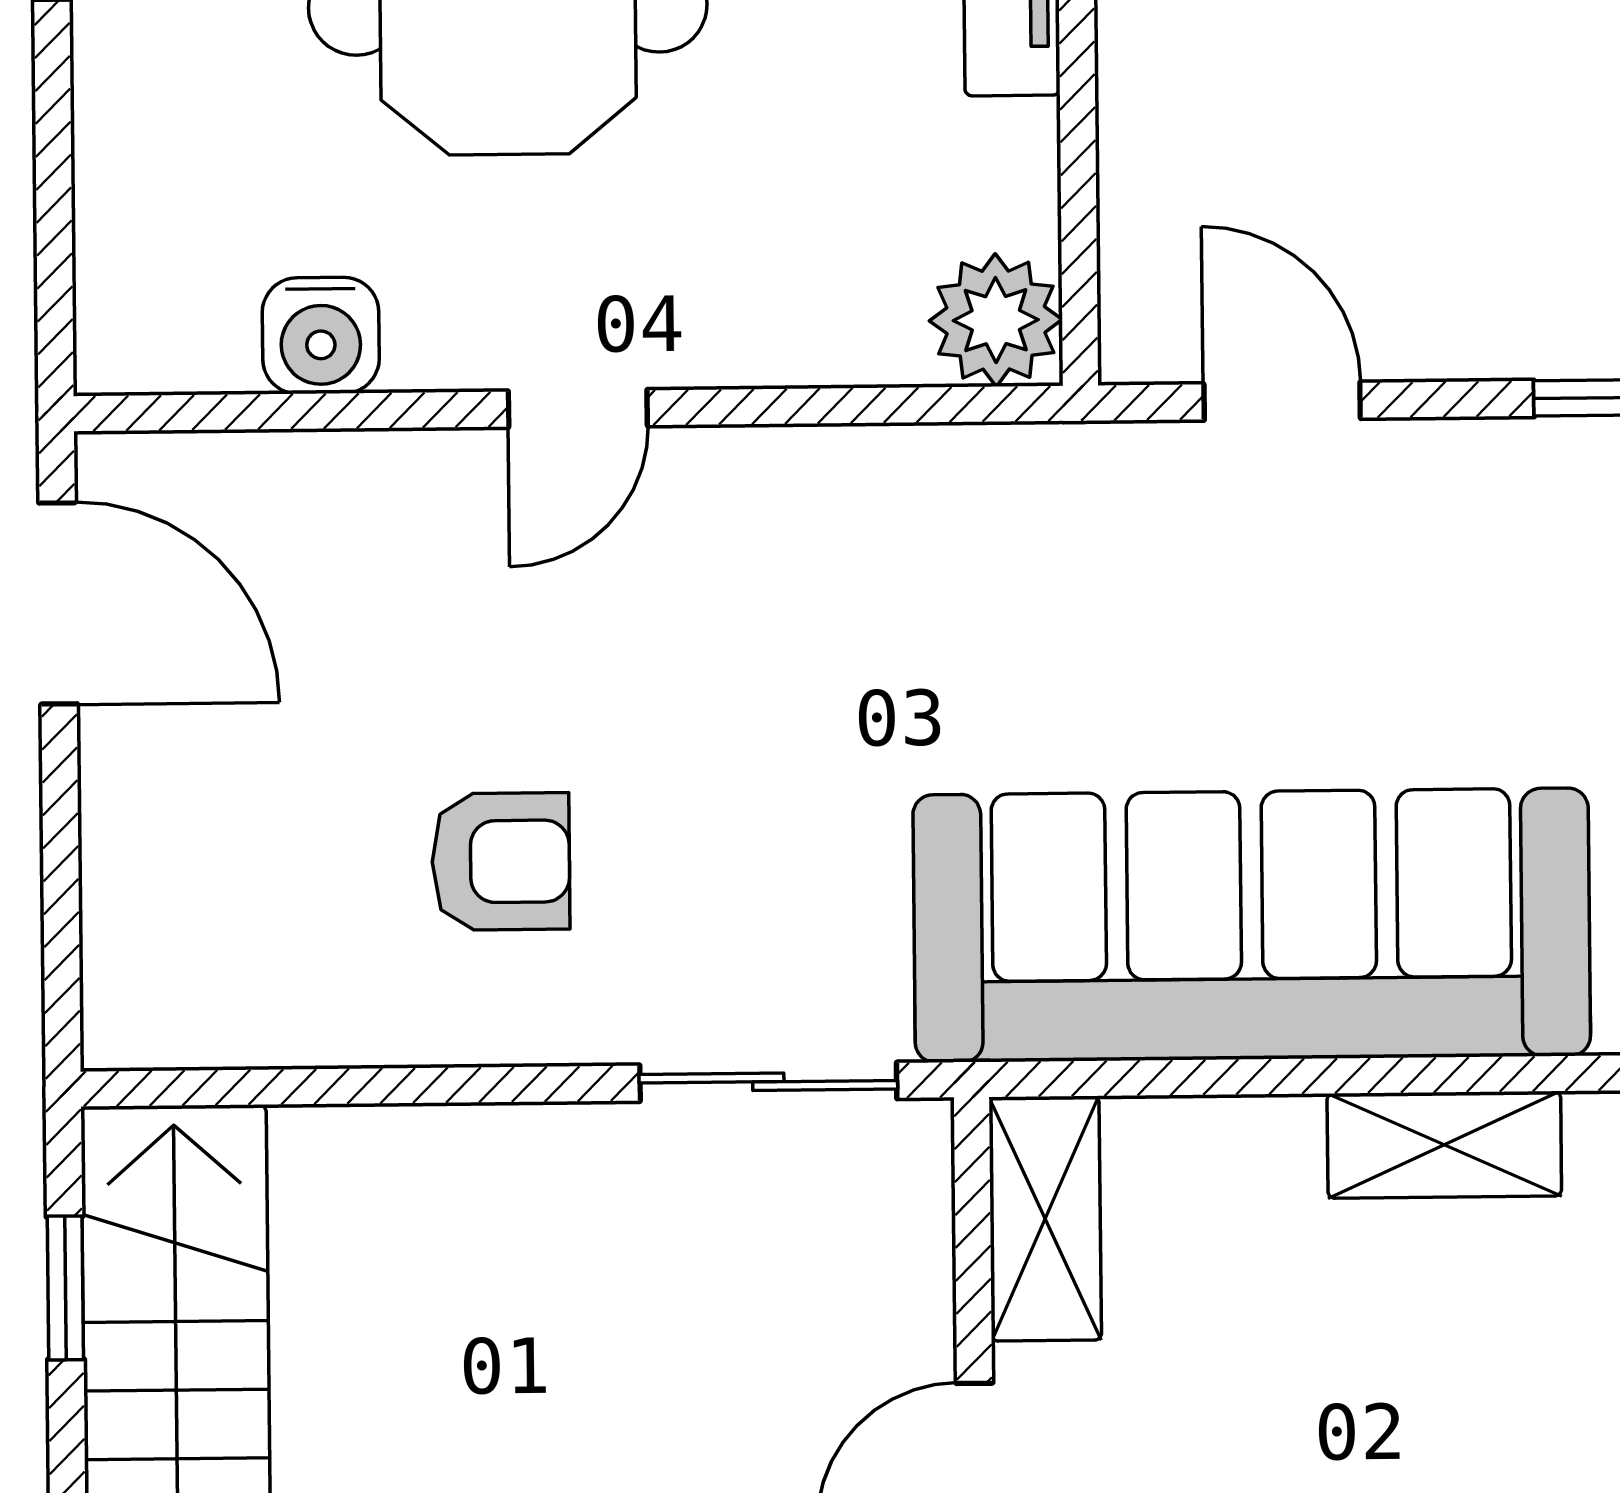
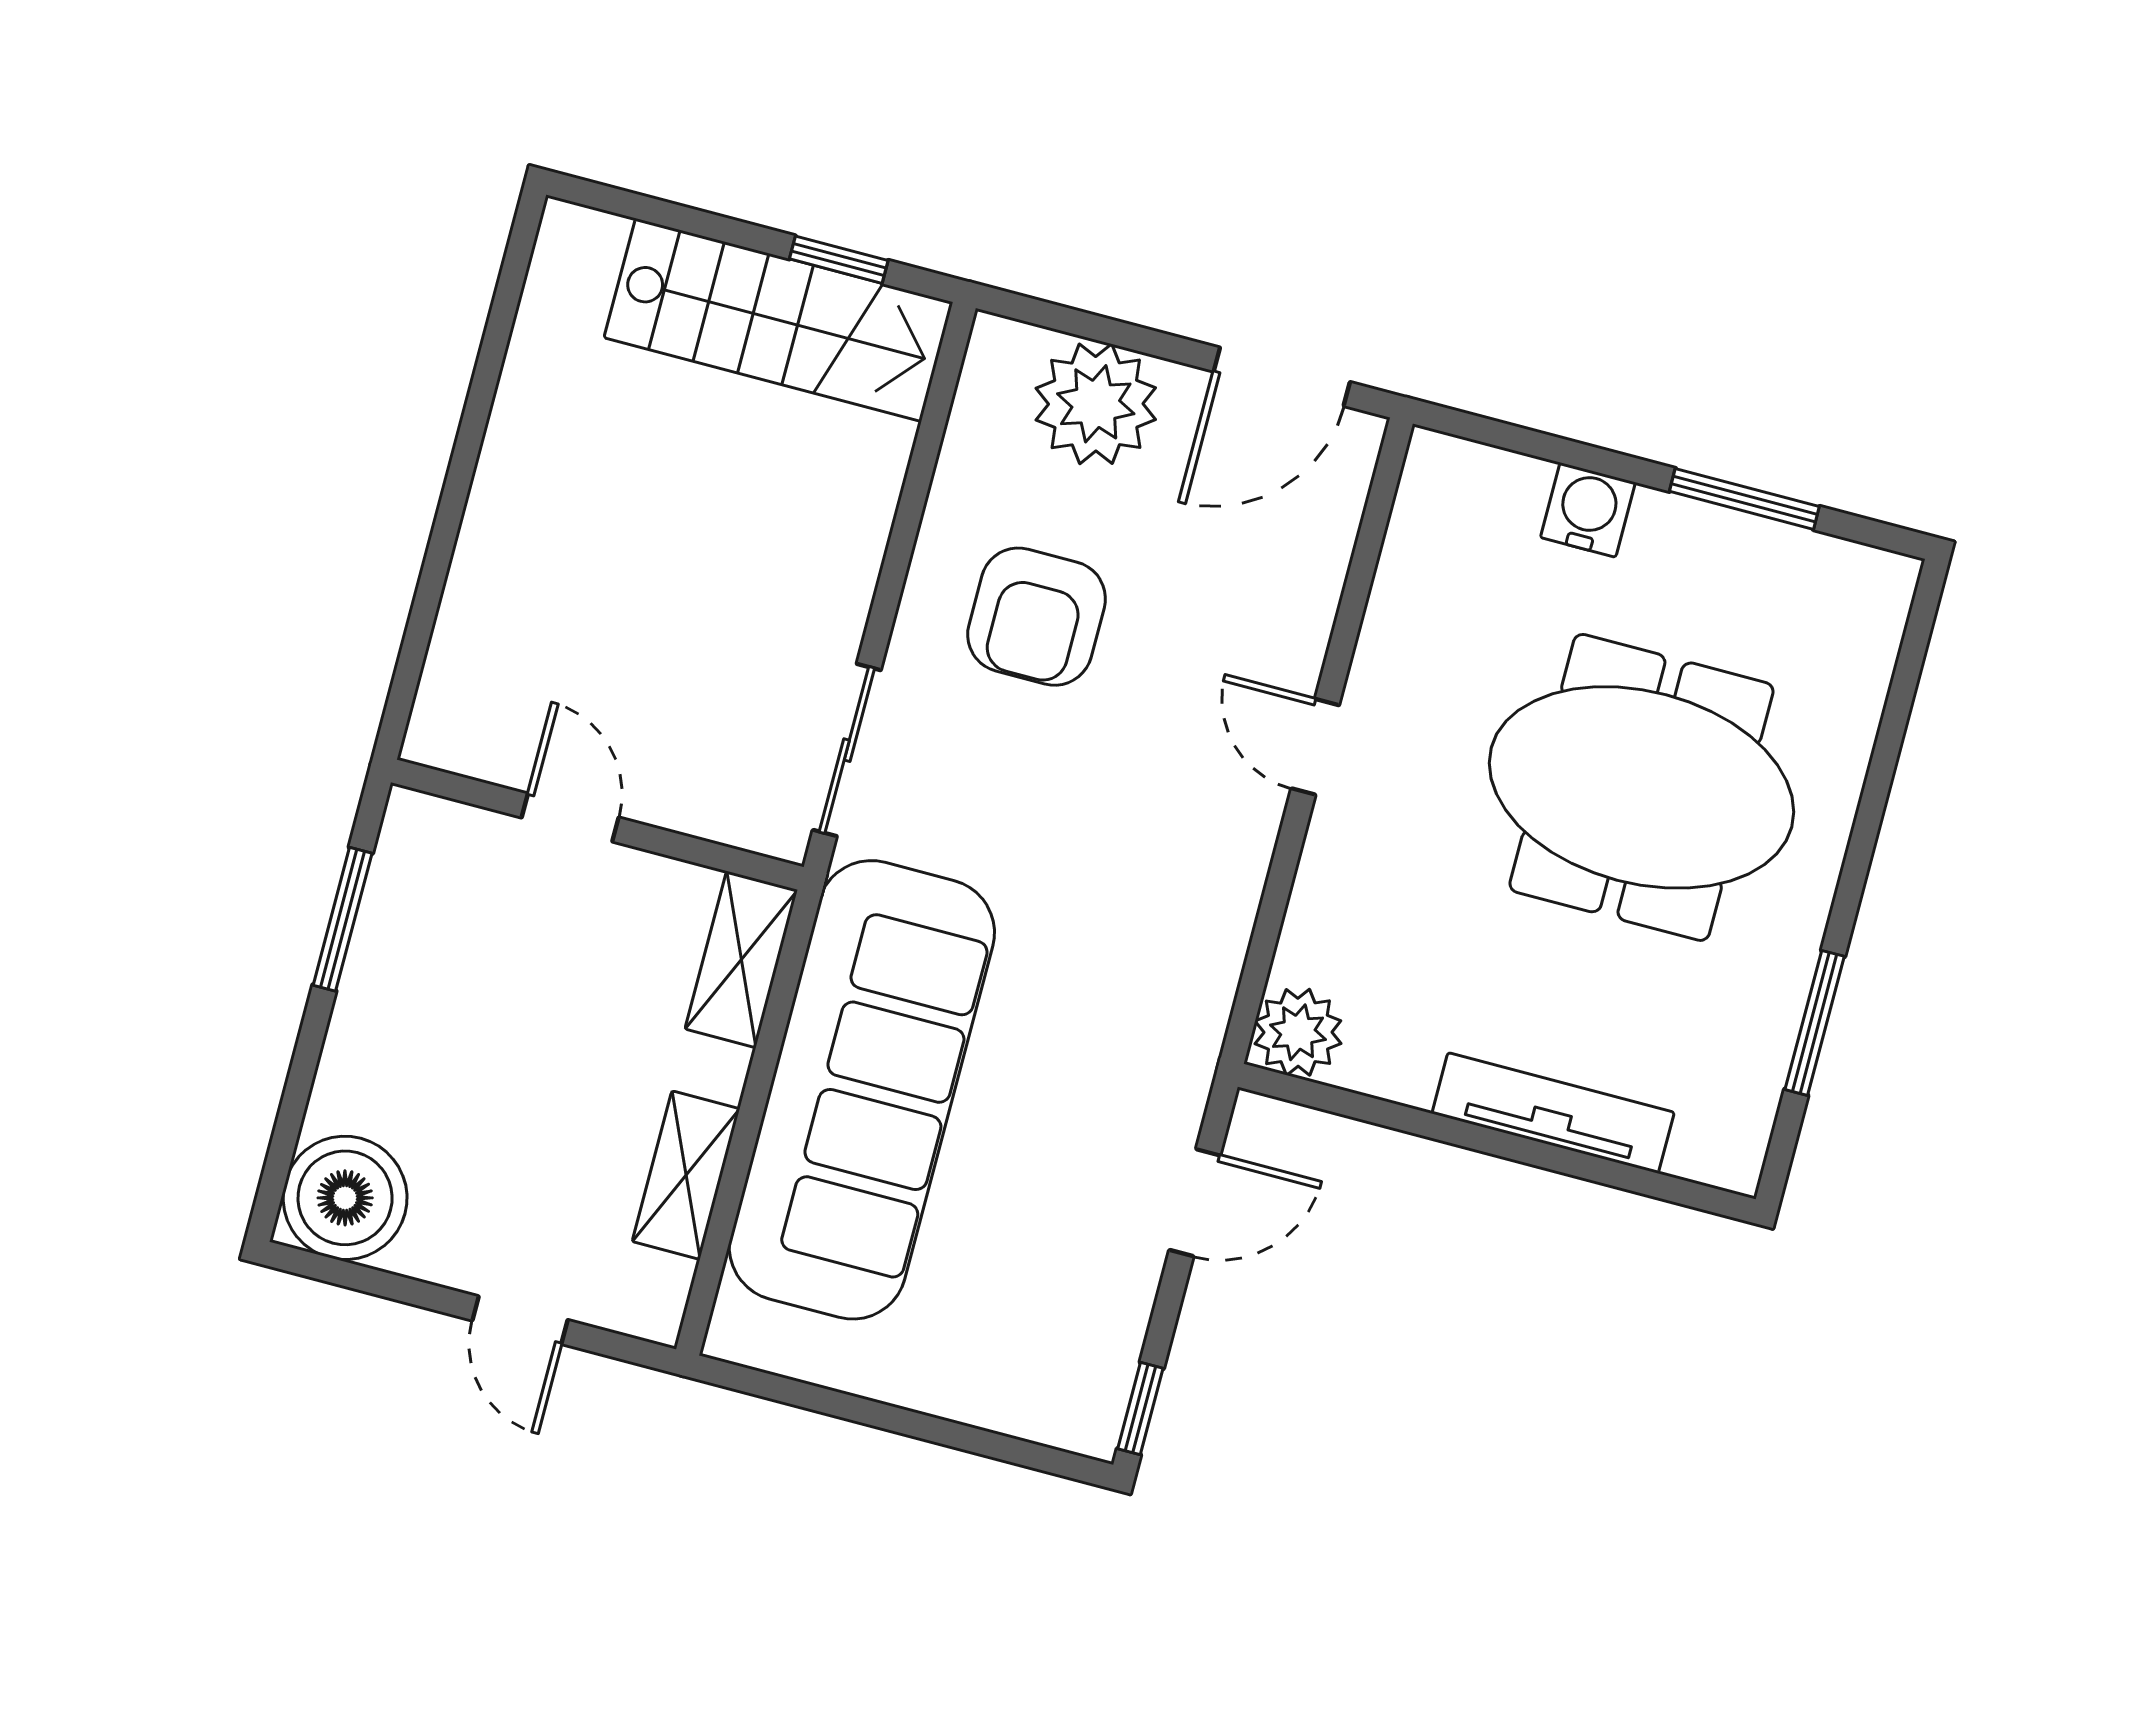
water cooler: (321, 336) -> (1588, 510), moved, turned 90
plant: (171, 861) -> (1096, 404), added
armchair: (501, 861) -> (1037, 617), width x1.38, depth x1.38
shelving: (1045, 1219) -> (741, 959), moved, turned 90

